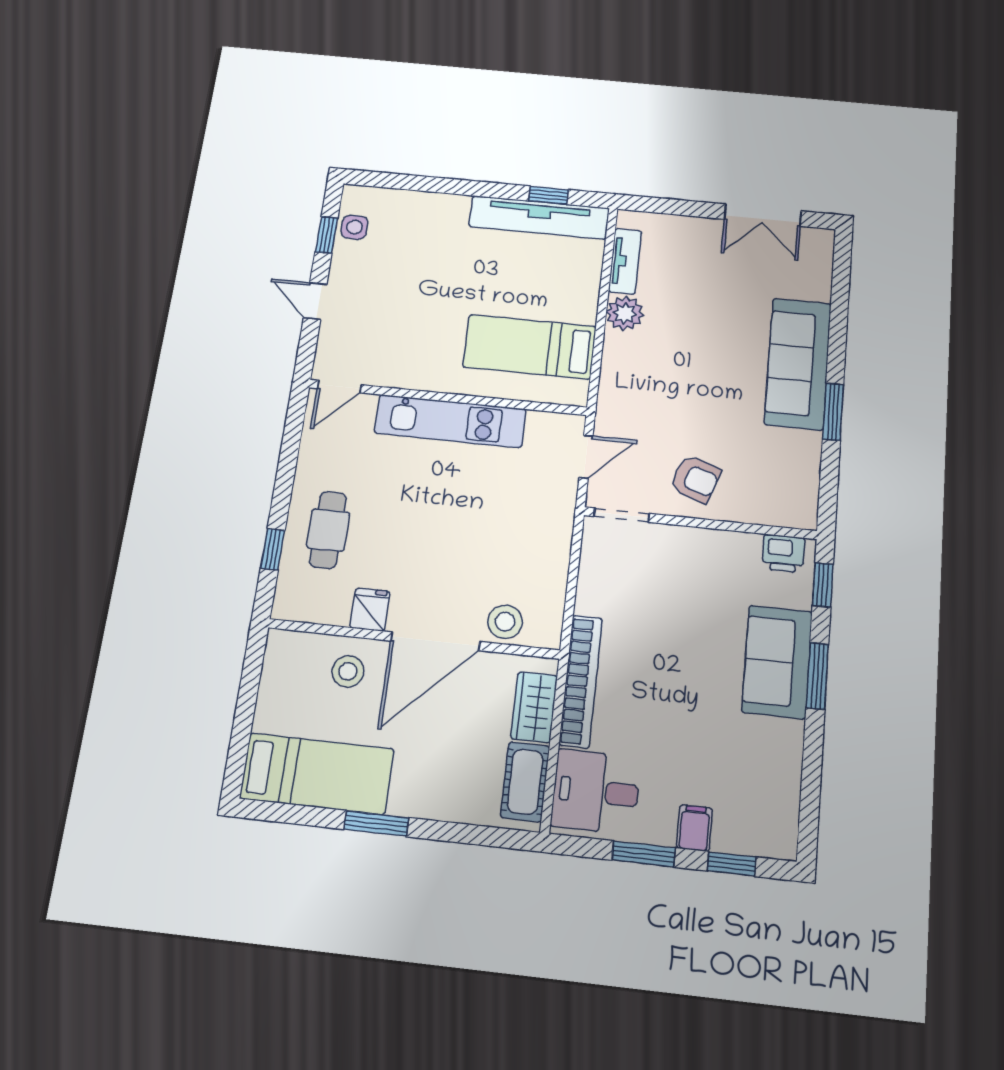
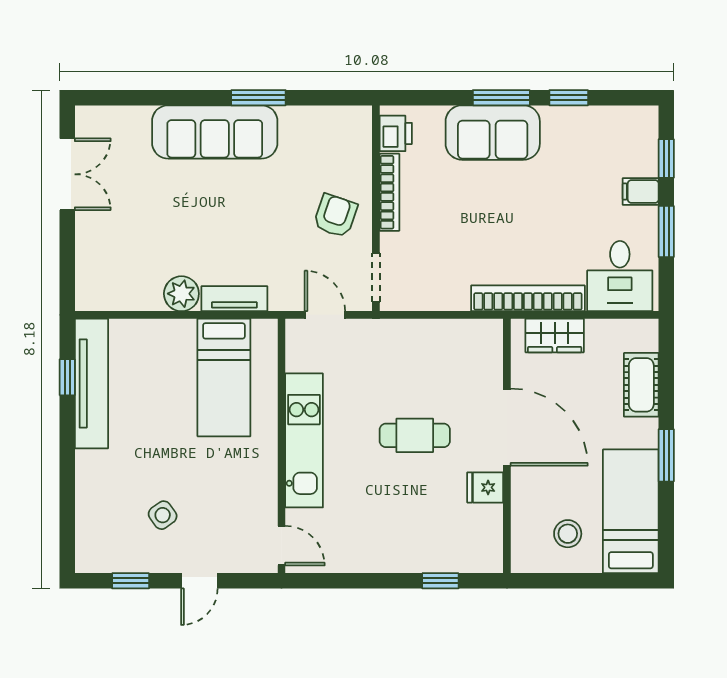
side table: (354, 227) -> (163, 515), moved, turned -35
tv unit: (625, 261) -> (234, 299), moved
cafe table: (328, 530) -> (415, 435), moved
bookcase: (717, 540) -> (389, 192), added
window: (823, 585) -> (569, 98), moved
stool: (505, 622) -> (483, 369), removed
stool: (348, 671) -> (568, 534), moved
cot: (525, 782) -> (641, 385), moved, turned 90

